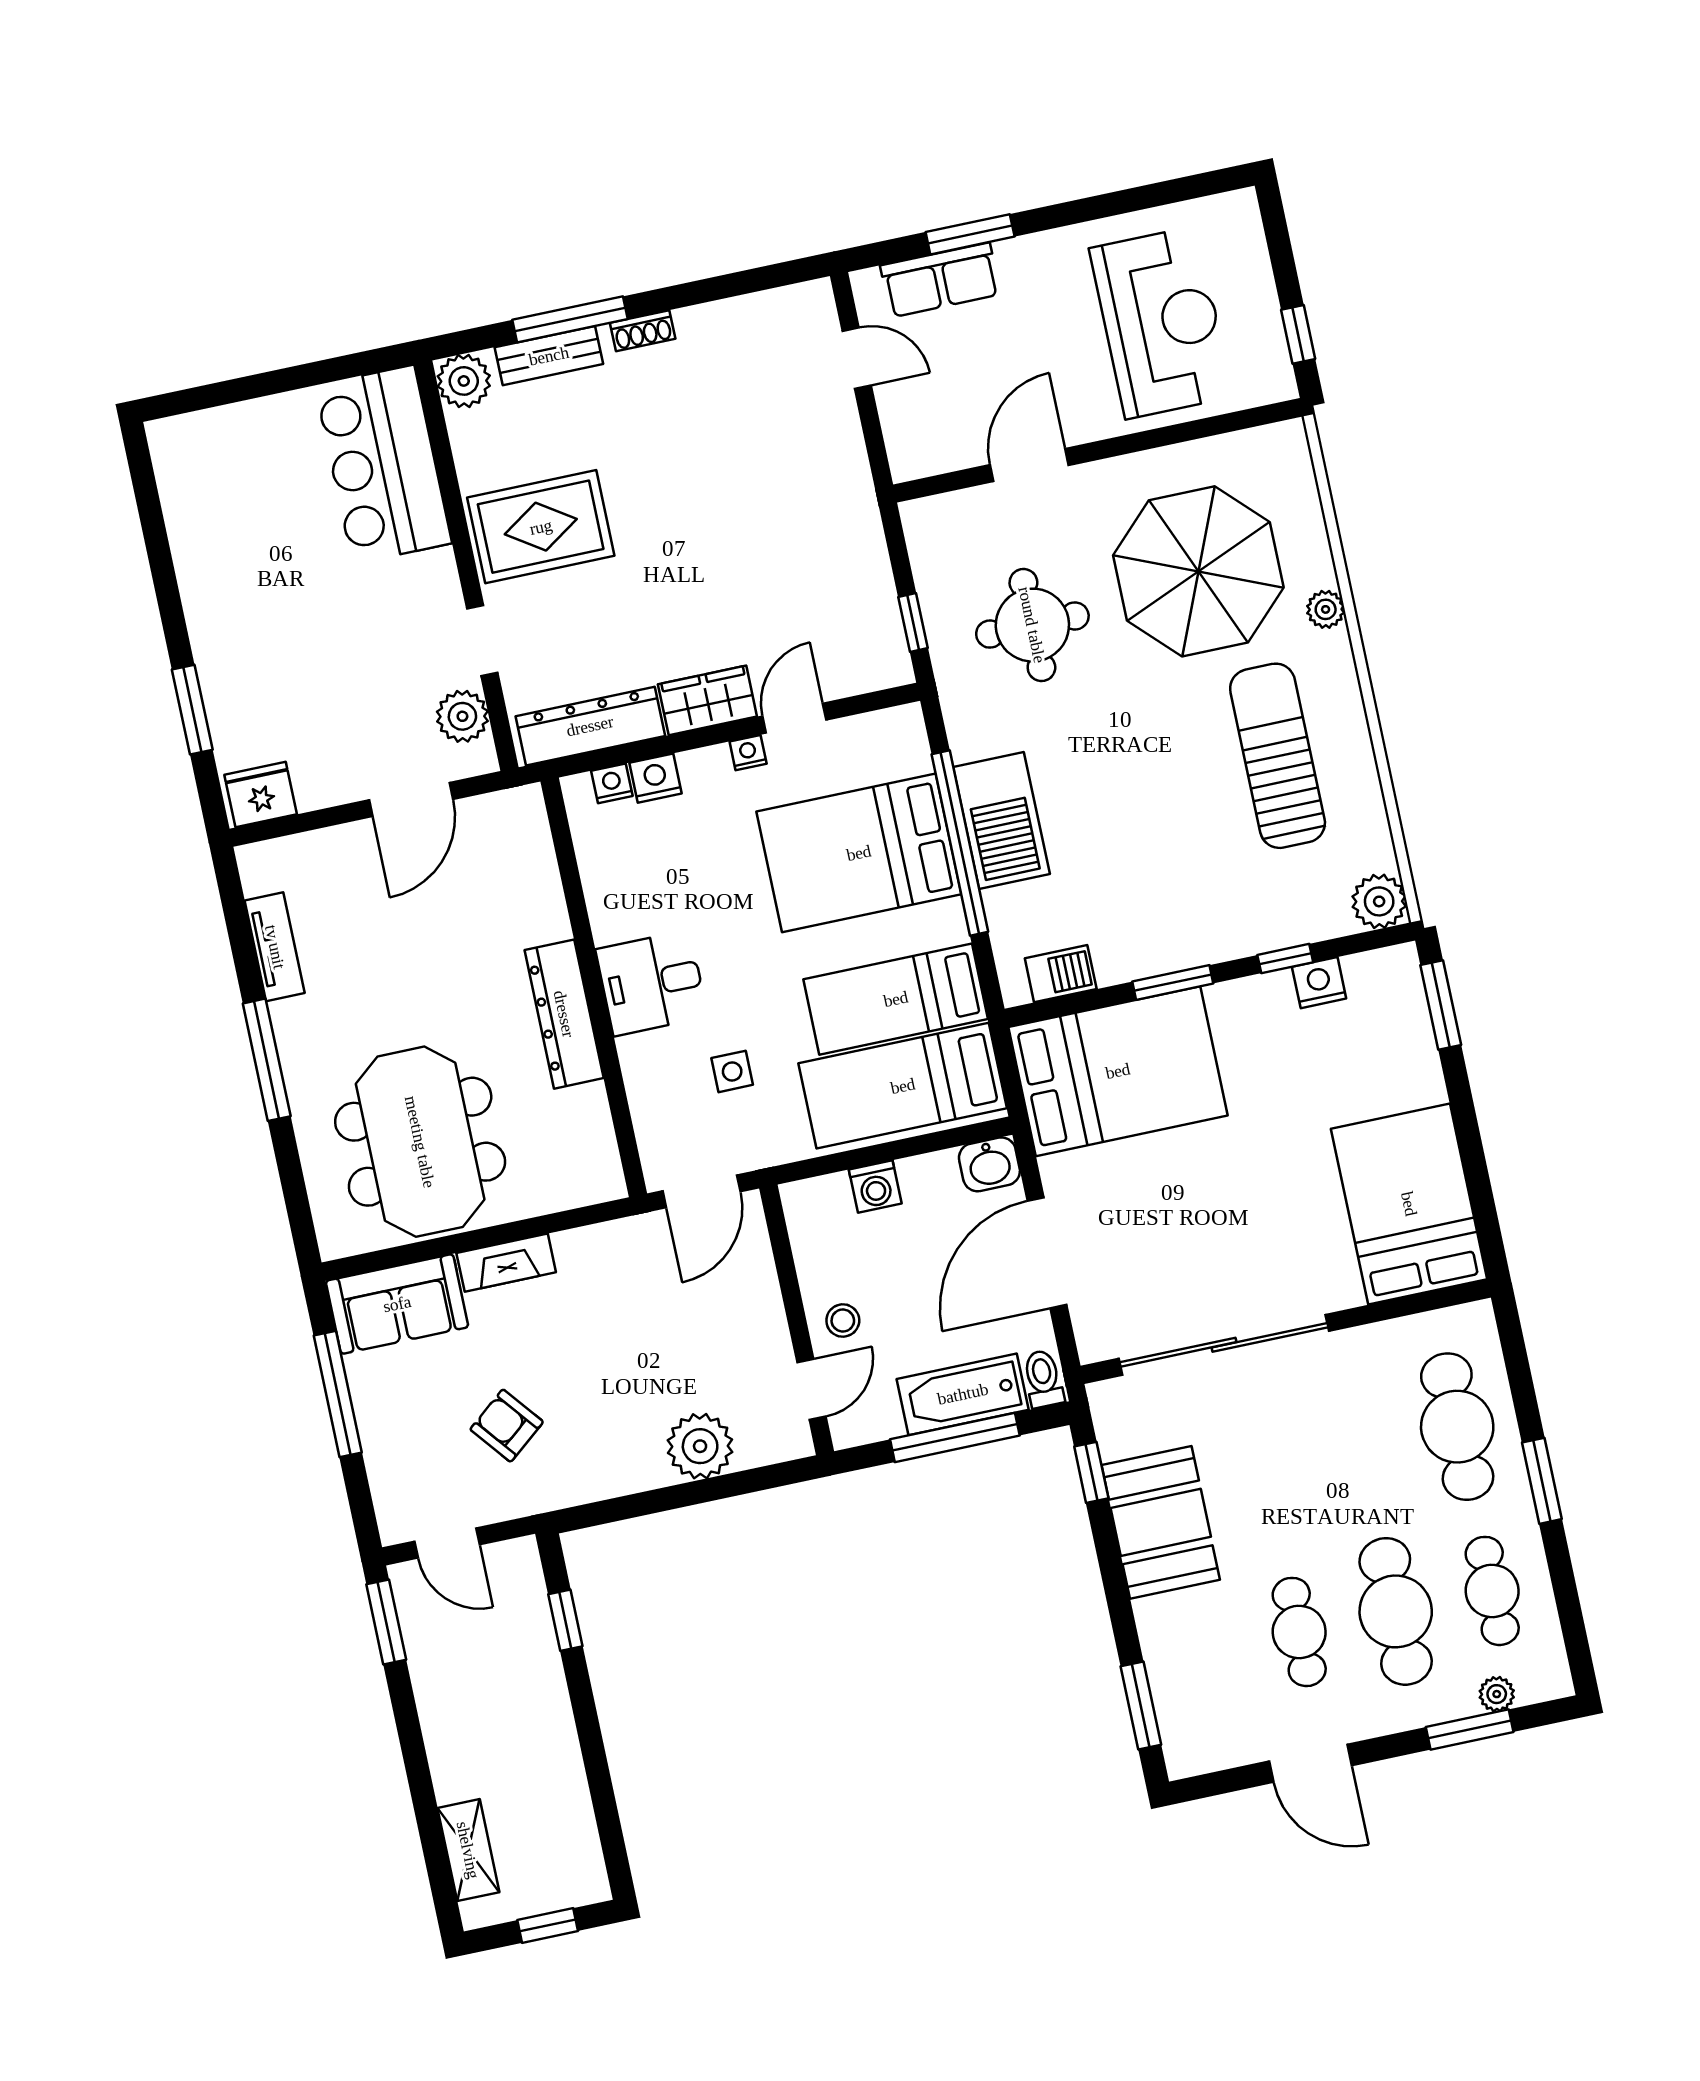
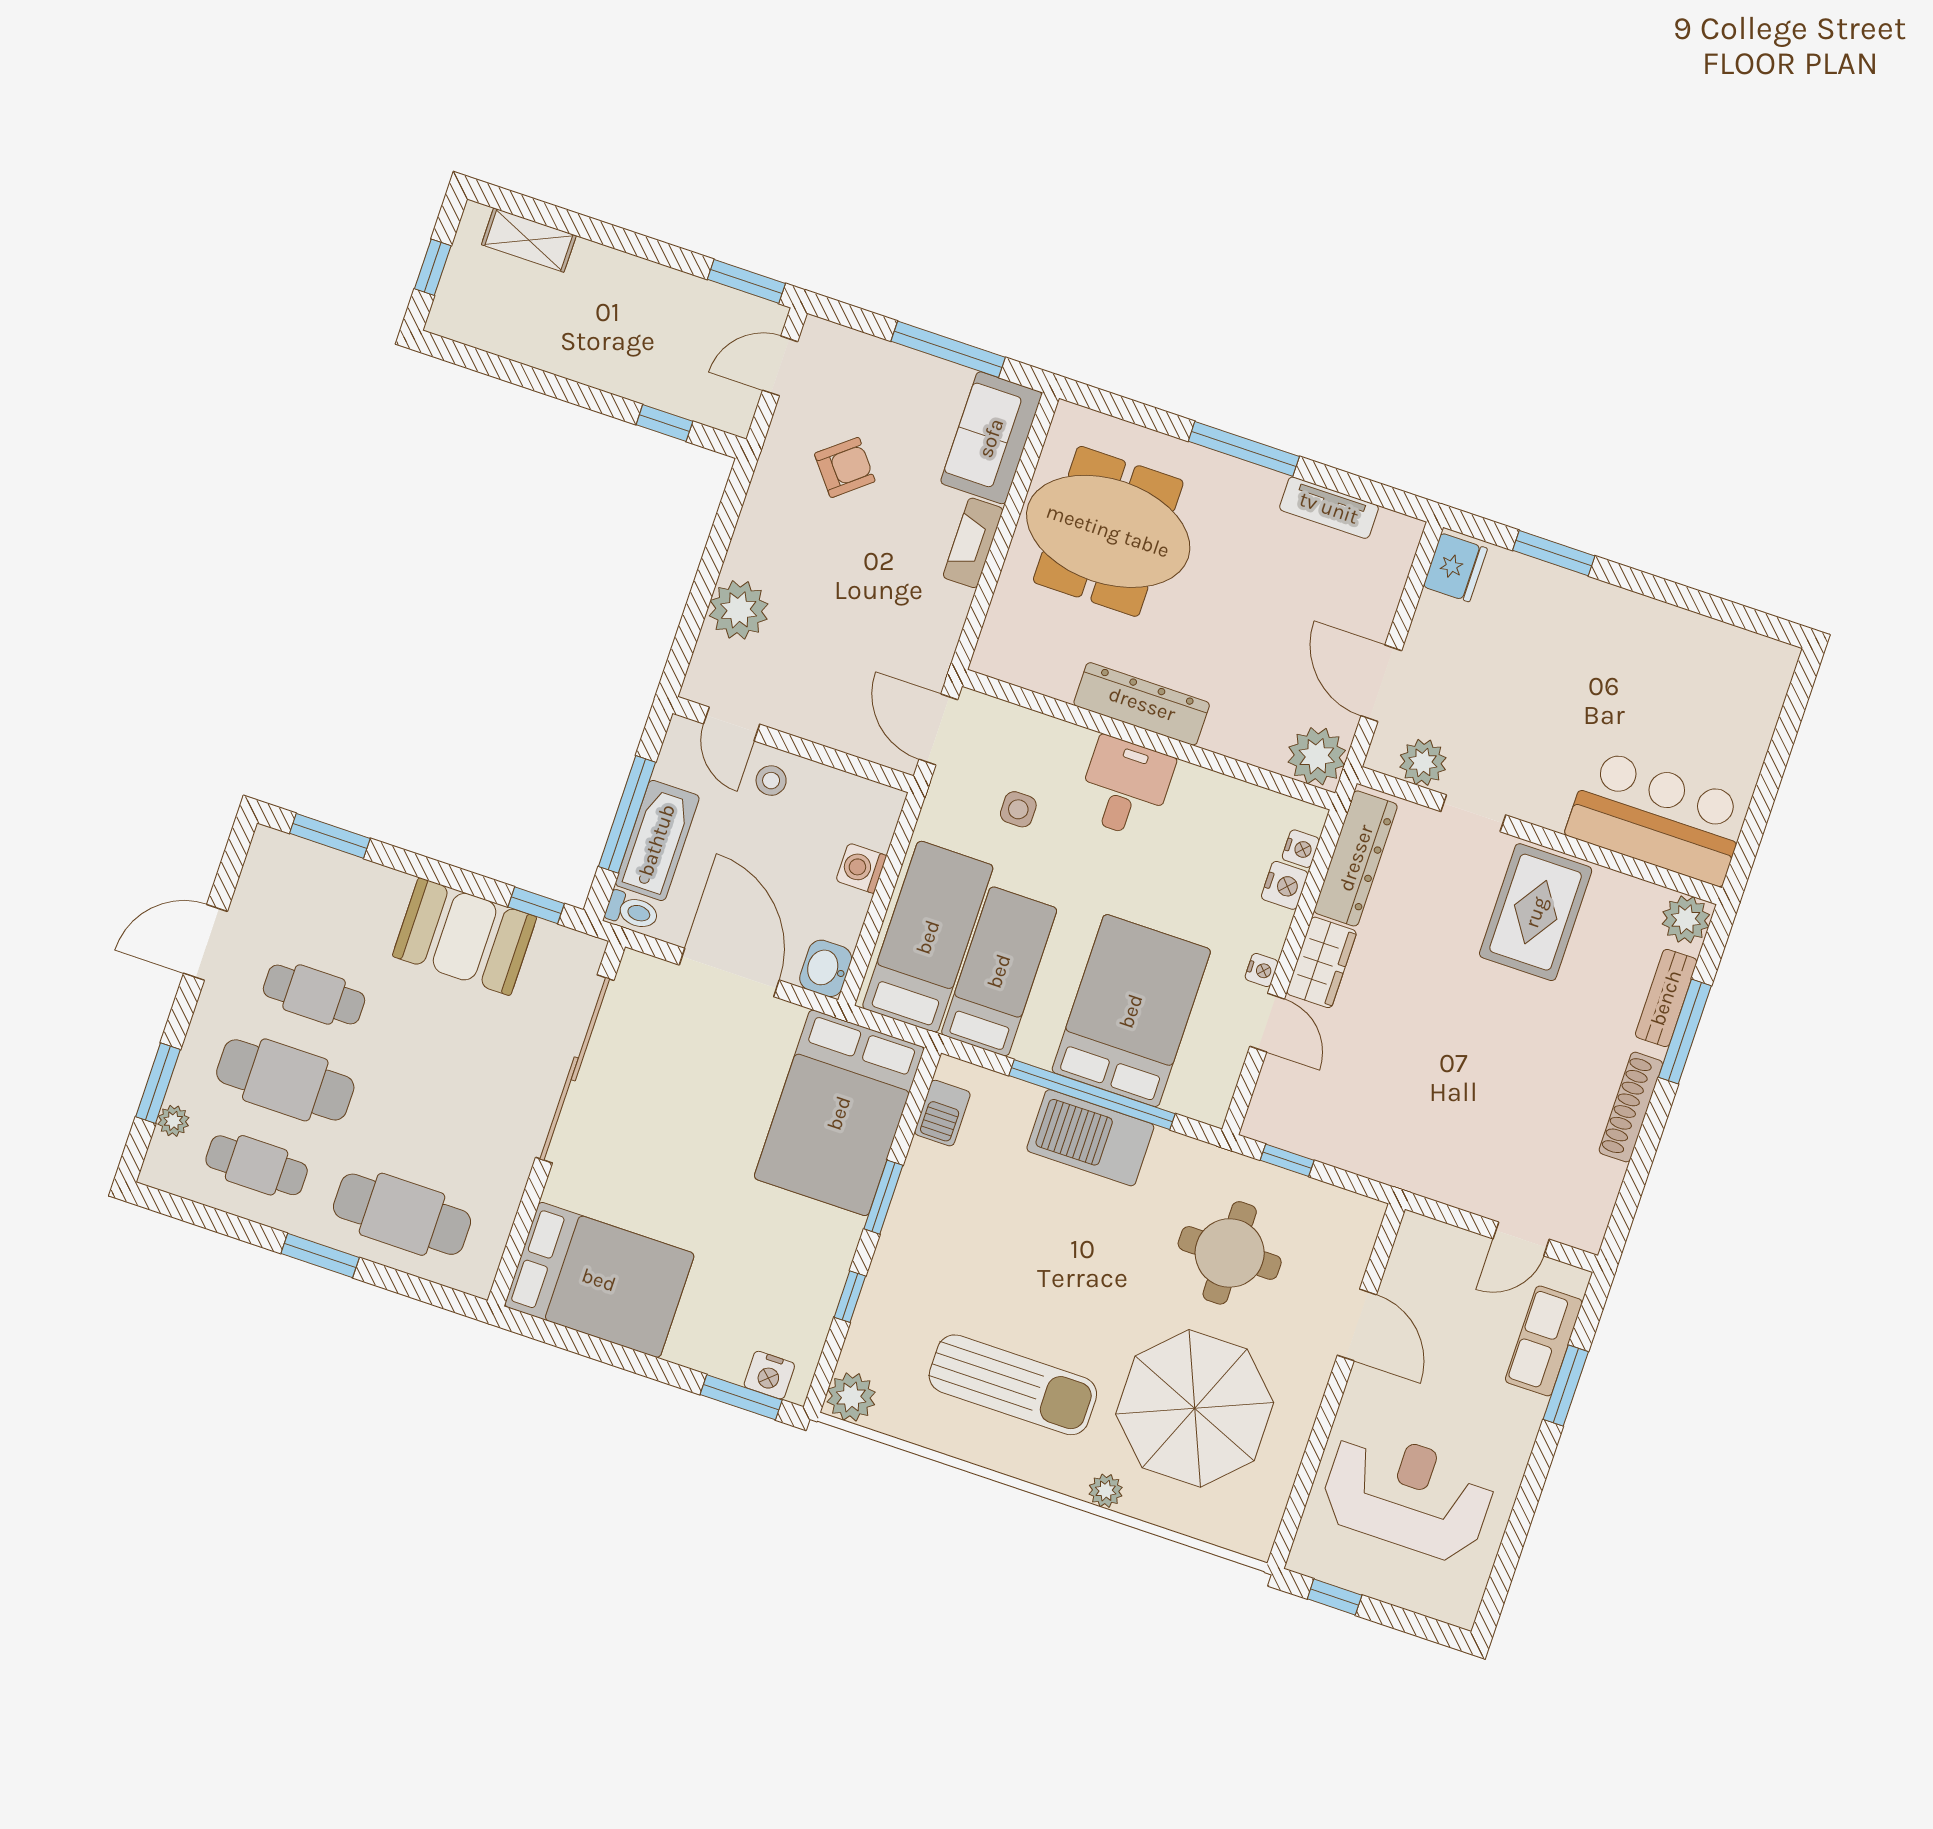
reception desk: (1161, 323) -> (1408, 1495), turned 180
shoe rack: (643, 331) -> (1631, 1107), width x1.94, depth x1.24
plant: (516, 820) -> (1317, 756), added
nightstand: (1319, 983) -> (769, 1375), moved, turned 90

